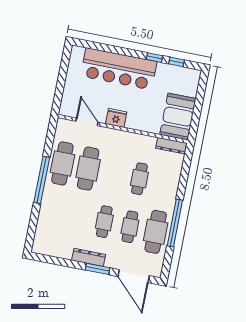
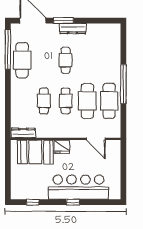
window: (154, 58) -> (73, 202), moved
booth: (178, 117) -> (35, 152), moved, turned 90
fridge: (116, 118) -> (62, 147), moved
window: (175, 223) -> (8, 49), moved
cafe table: (130, 227) -> (66, 101), moved

